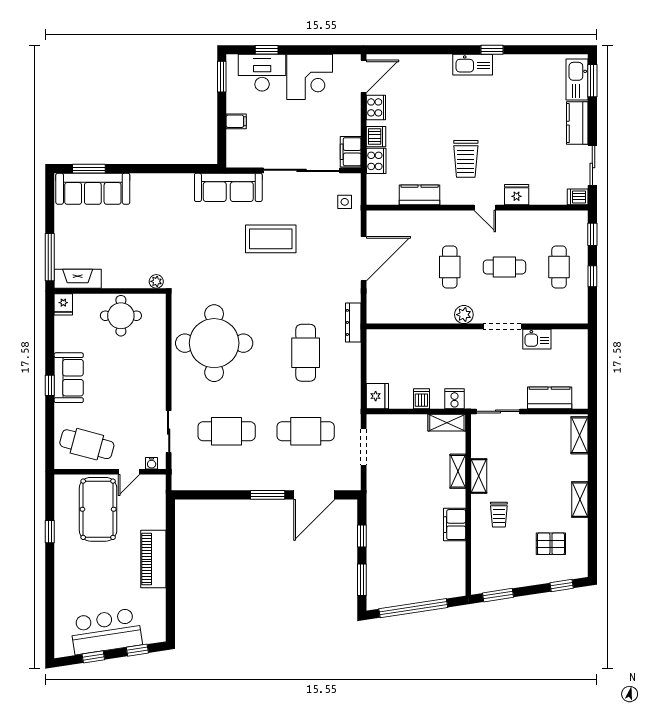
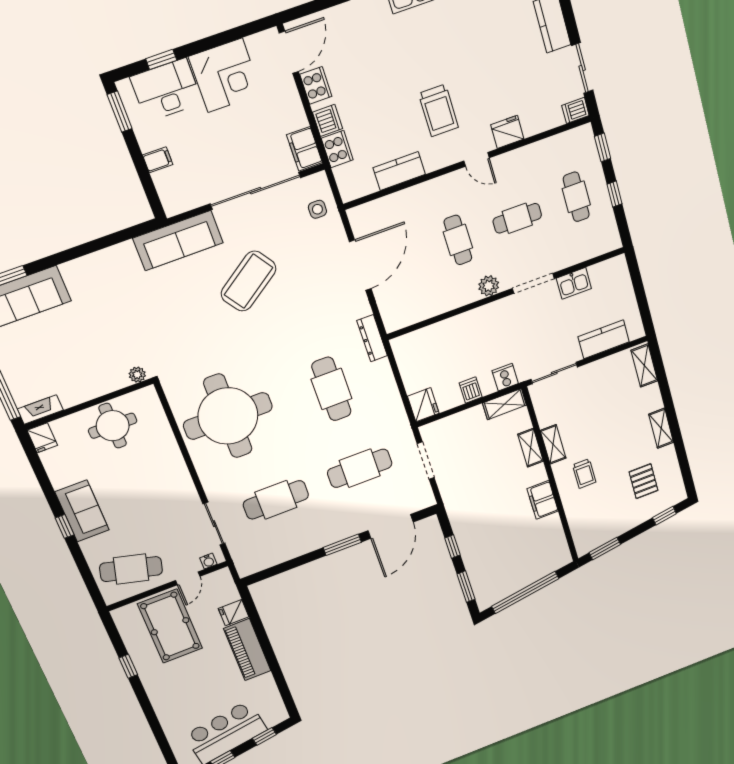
coffee table: (271, 239) -> (249, 281), turned -35
fireplace: (78, 279) -> (40, 410), width x0.73, depth x0.76
fridge: (155, 519) -> (234, 613), added
pallet: (551, 544) -> (644, 481), turned 90

